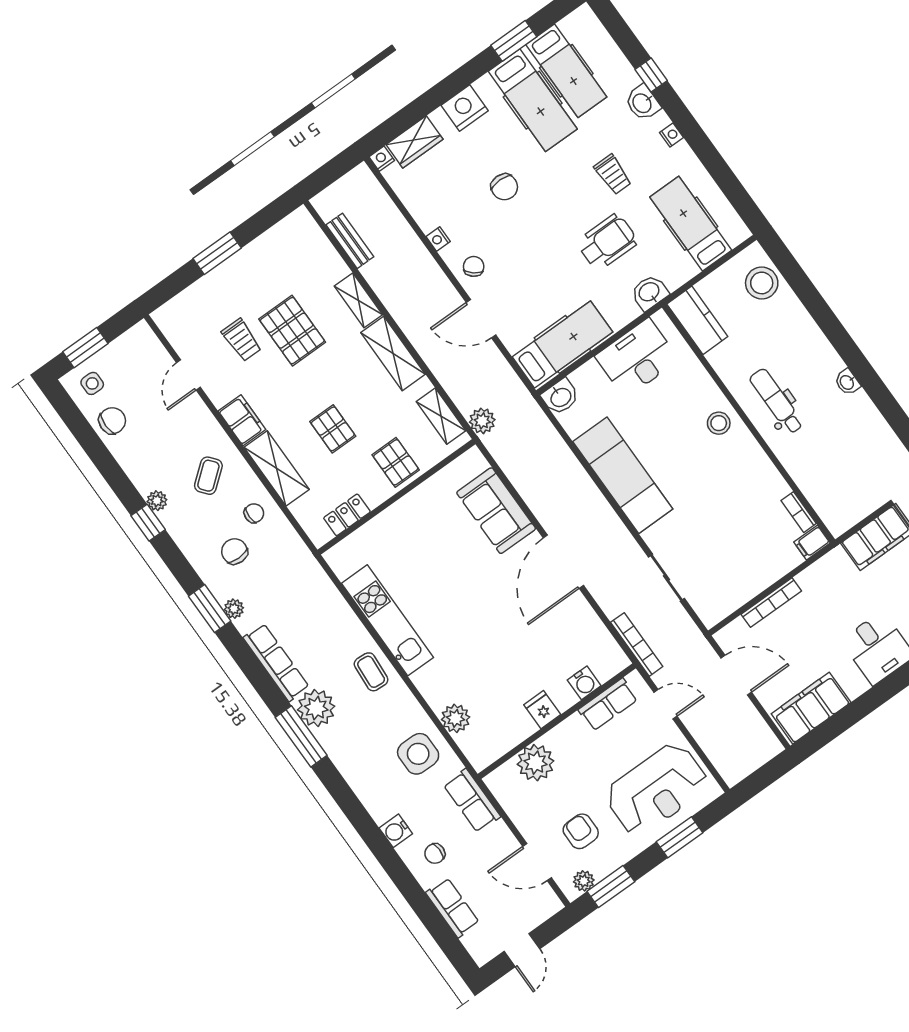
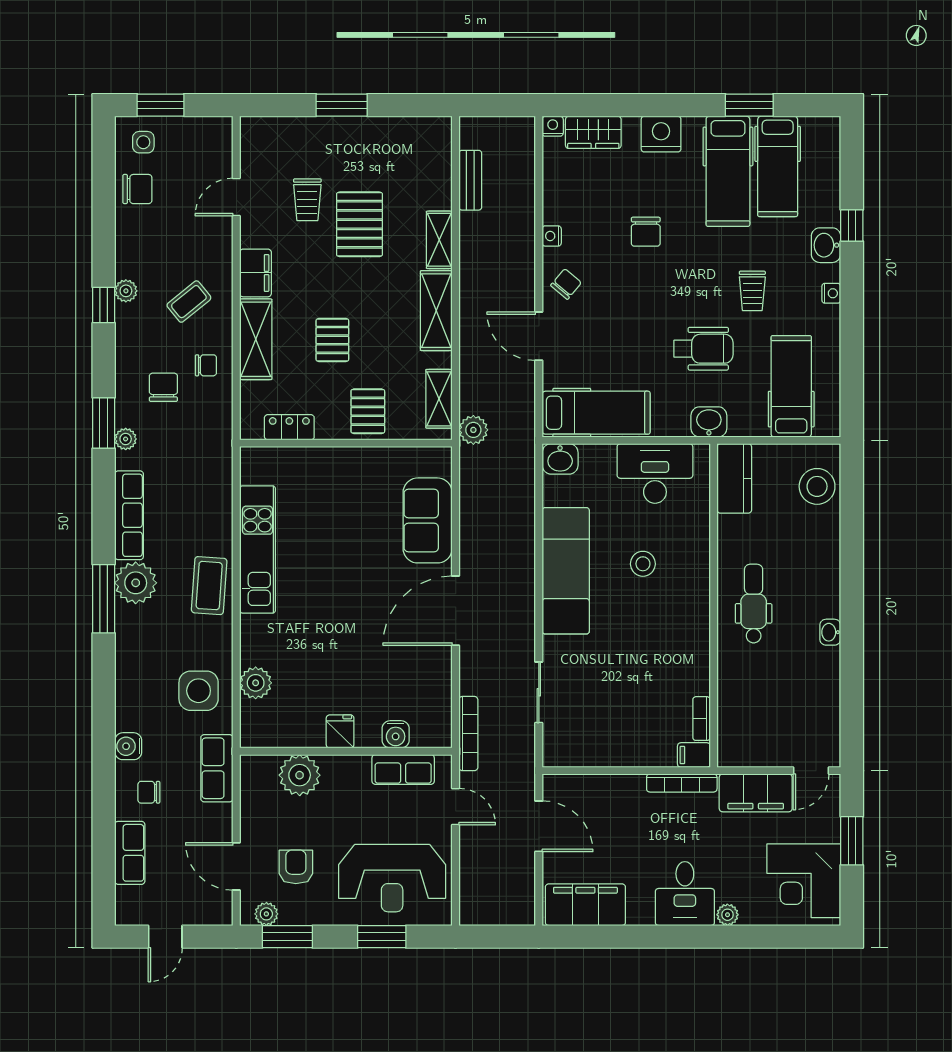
stool: (719, 423) -> (643, 564), moved
bookcase: (771, 603) -> (682, 783), moved
coffee table: (371, 672) -> (209, 586), width x1.36, depth x1.30

